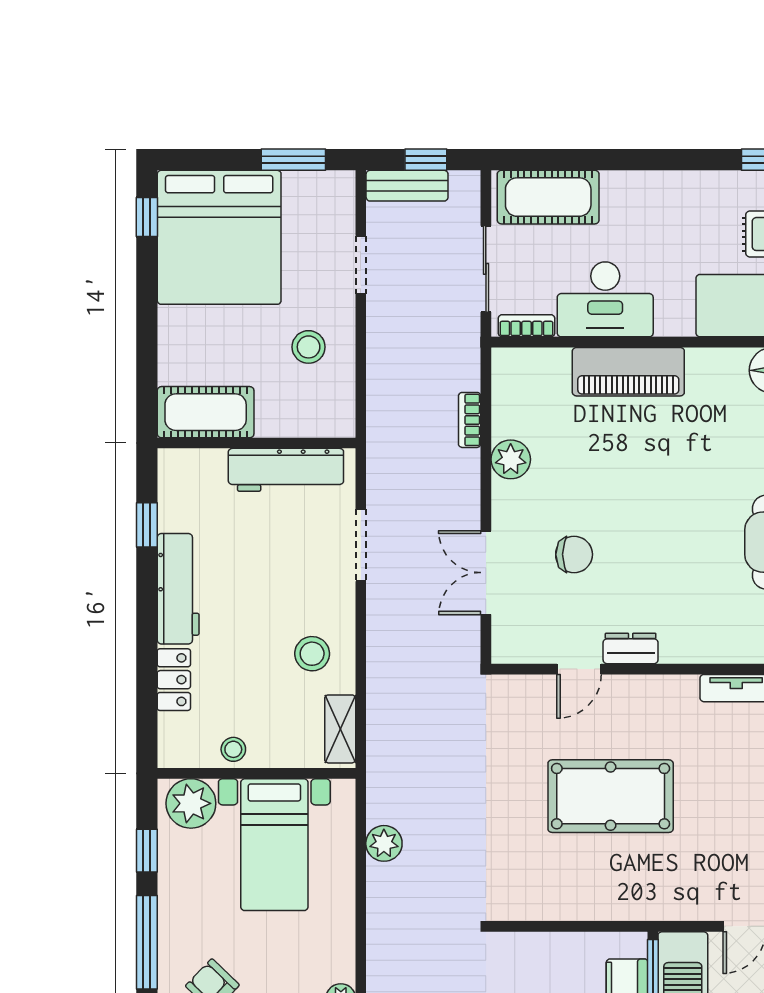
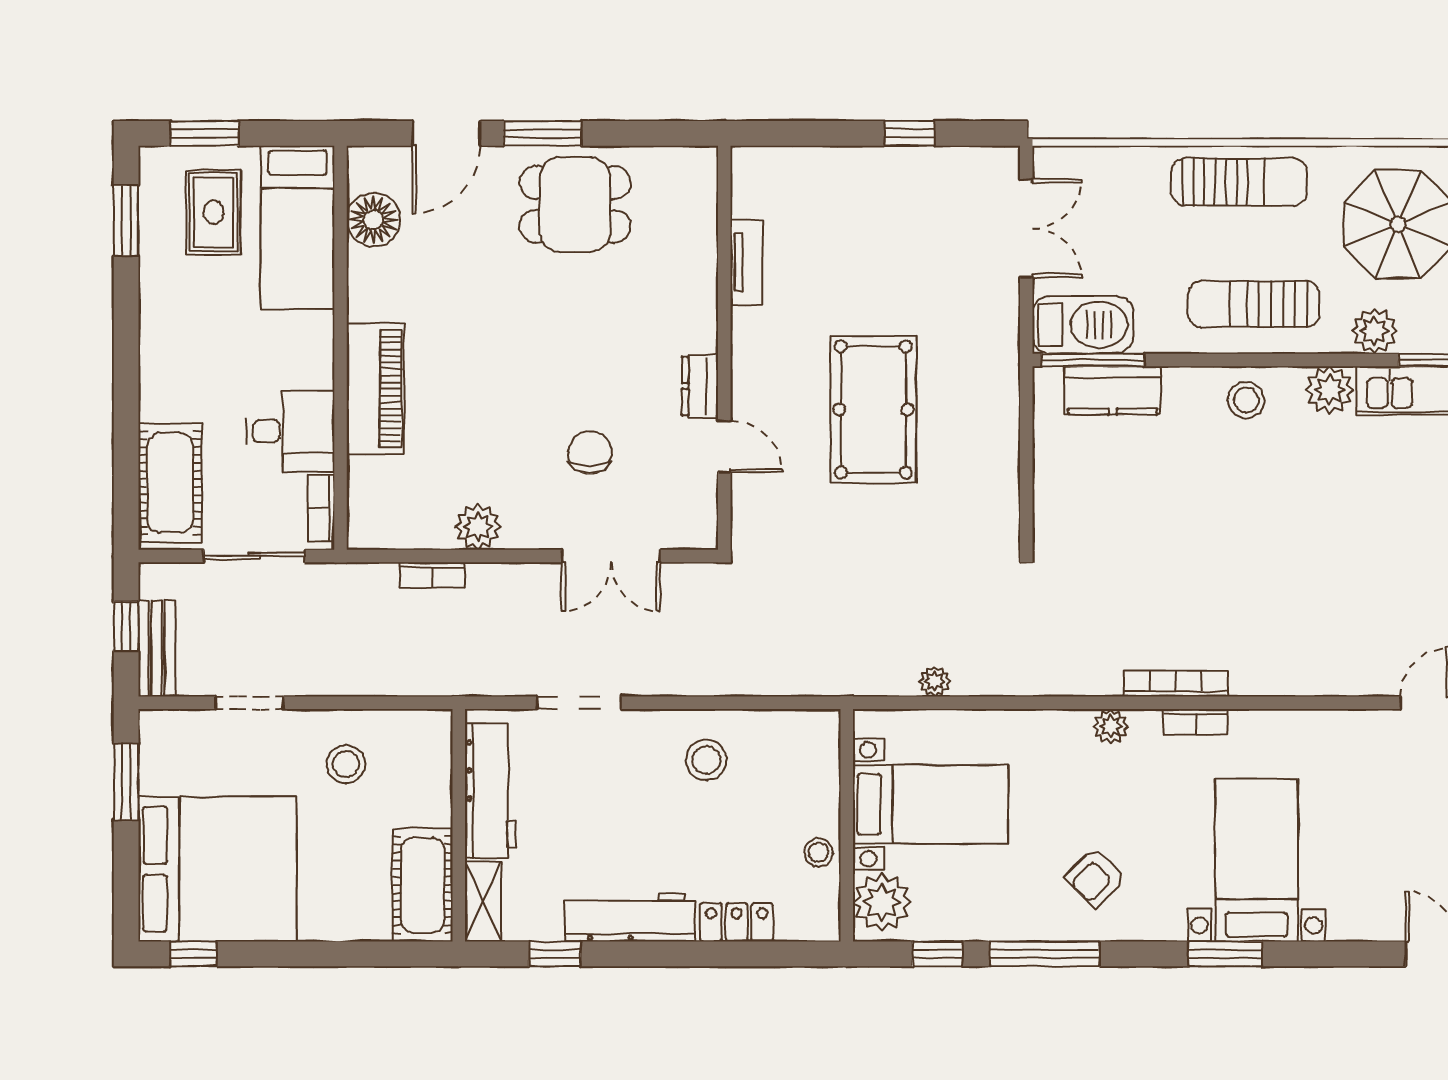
desk: (605, 299) -> (290, 431), width x0.73
shelving: (340, 729) -> (483, 902), moved, turned 90
plant: (384, 843) -> (935, 681), width x0.73, depth x0.73

